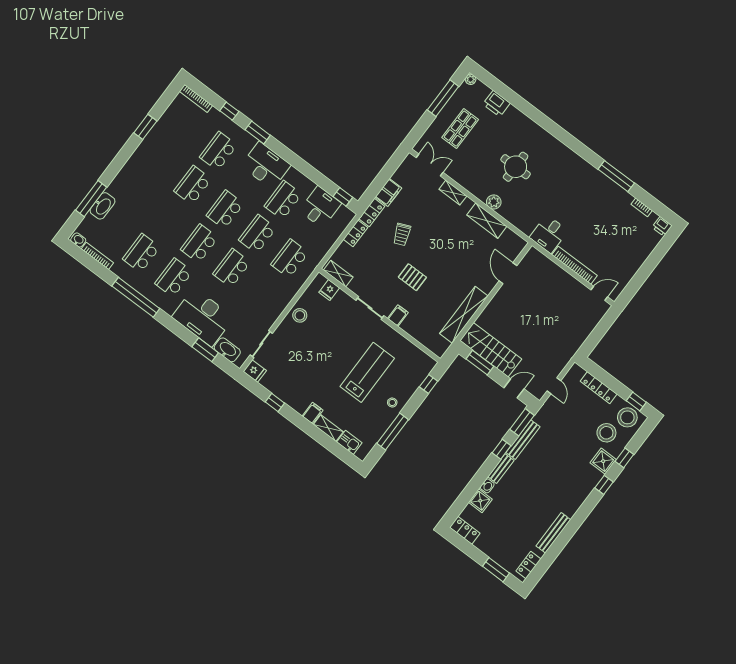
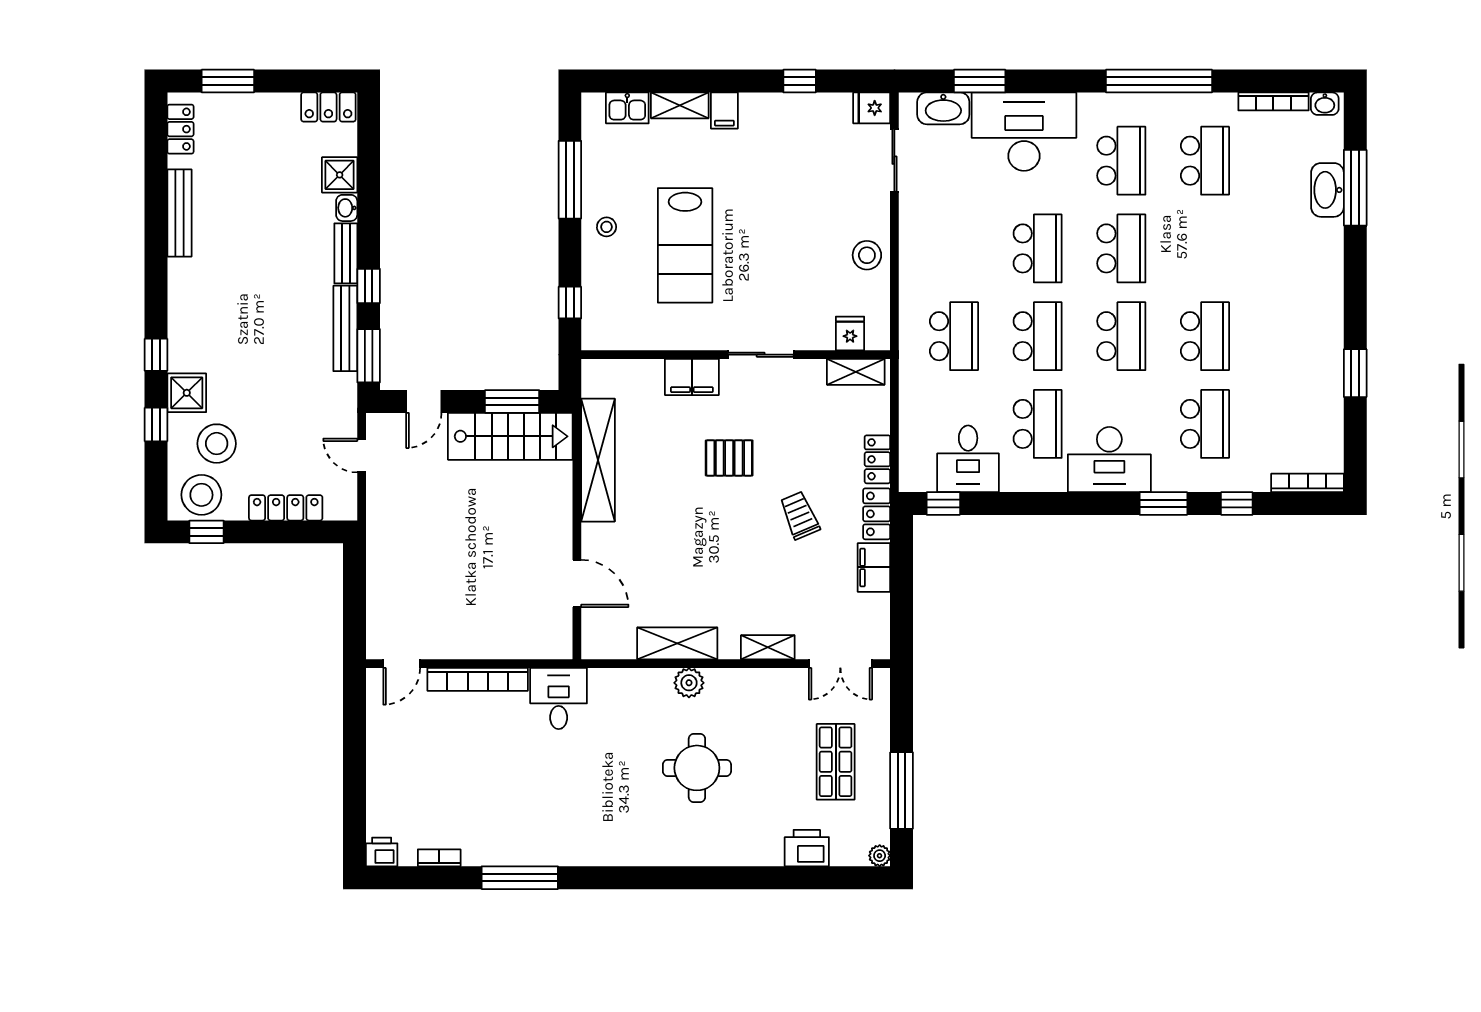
filing cabinet: (398, 316) -> (692, 377), width x2.00

